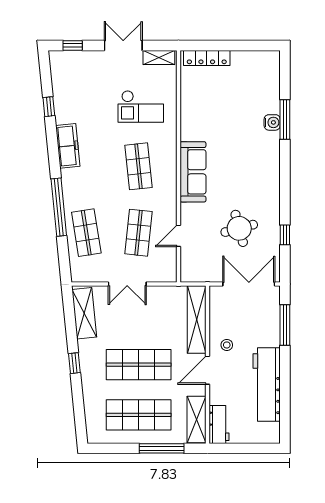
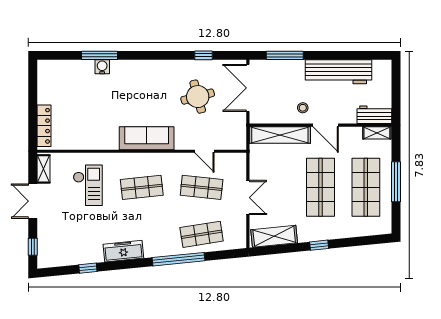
shelving: (197, 419) -> (377, 133), width x0.67, depth x0.75
window: (162, 448) -> (396, 182), moved

